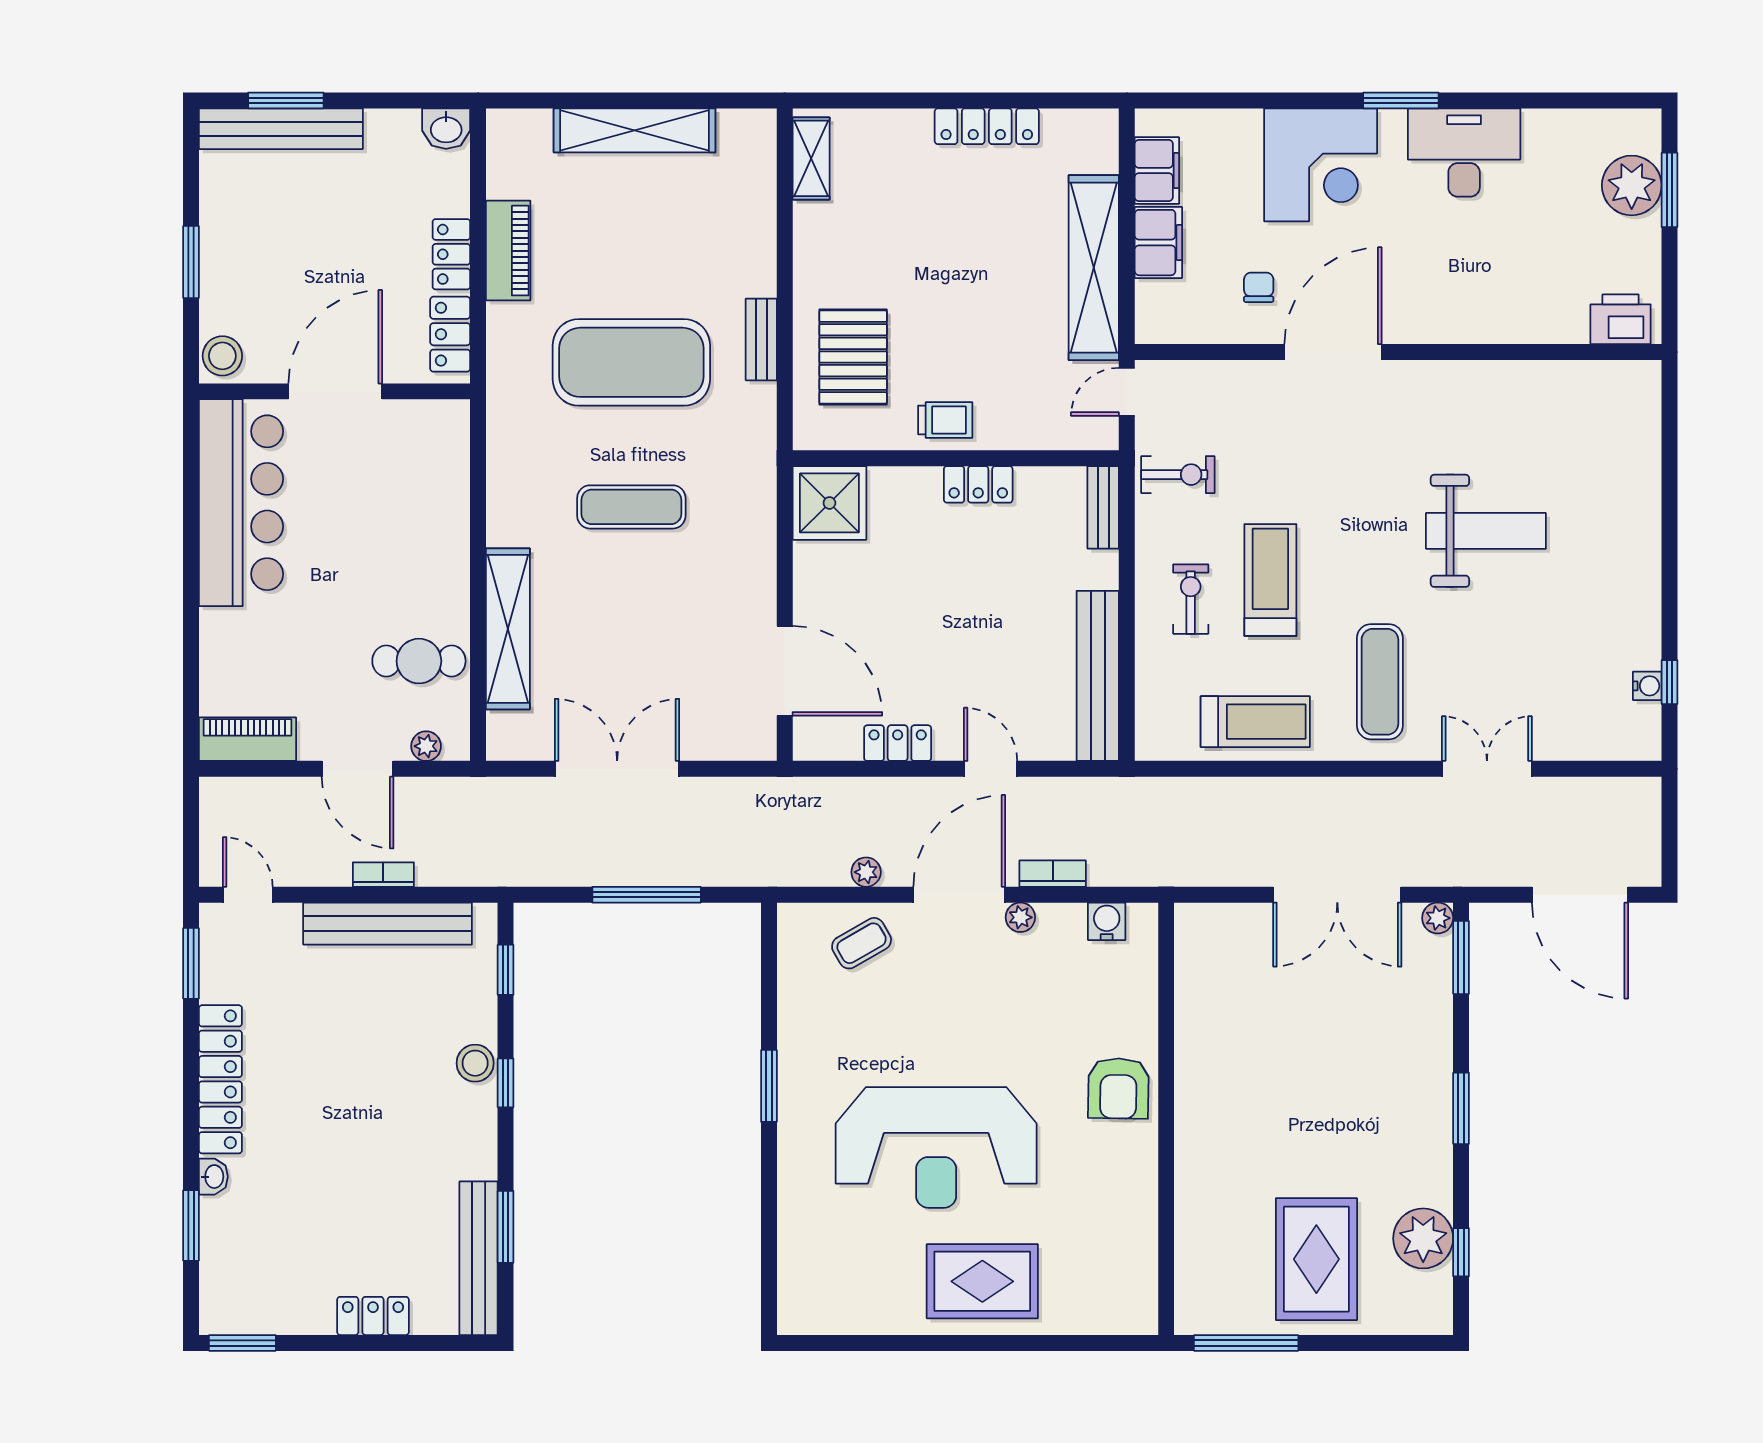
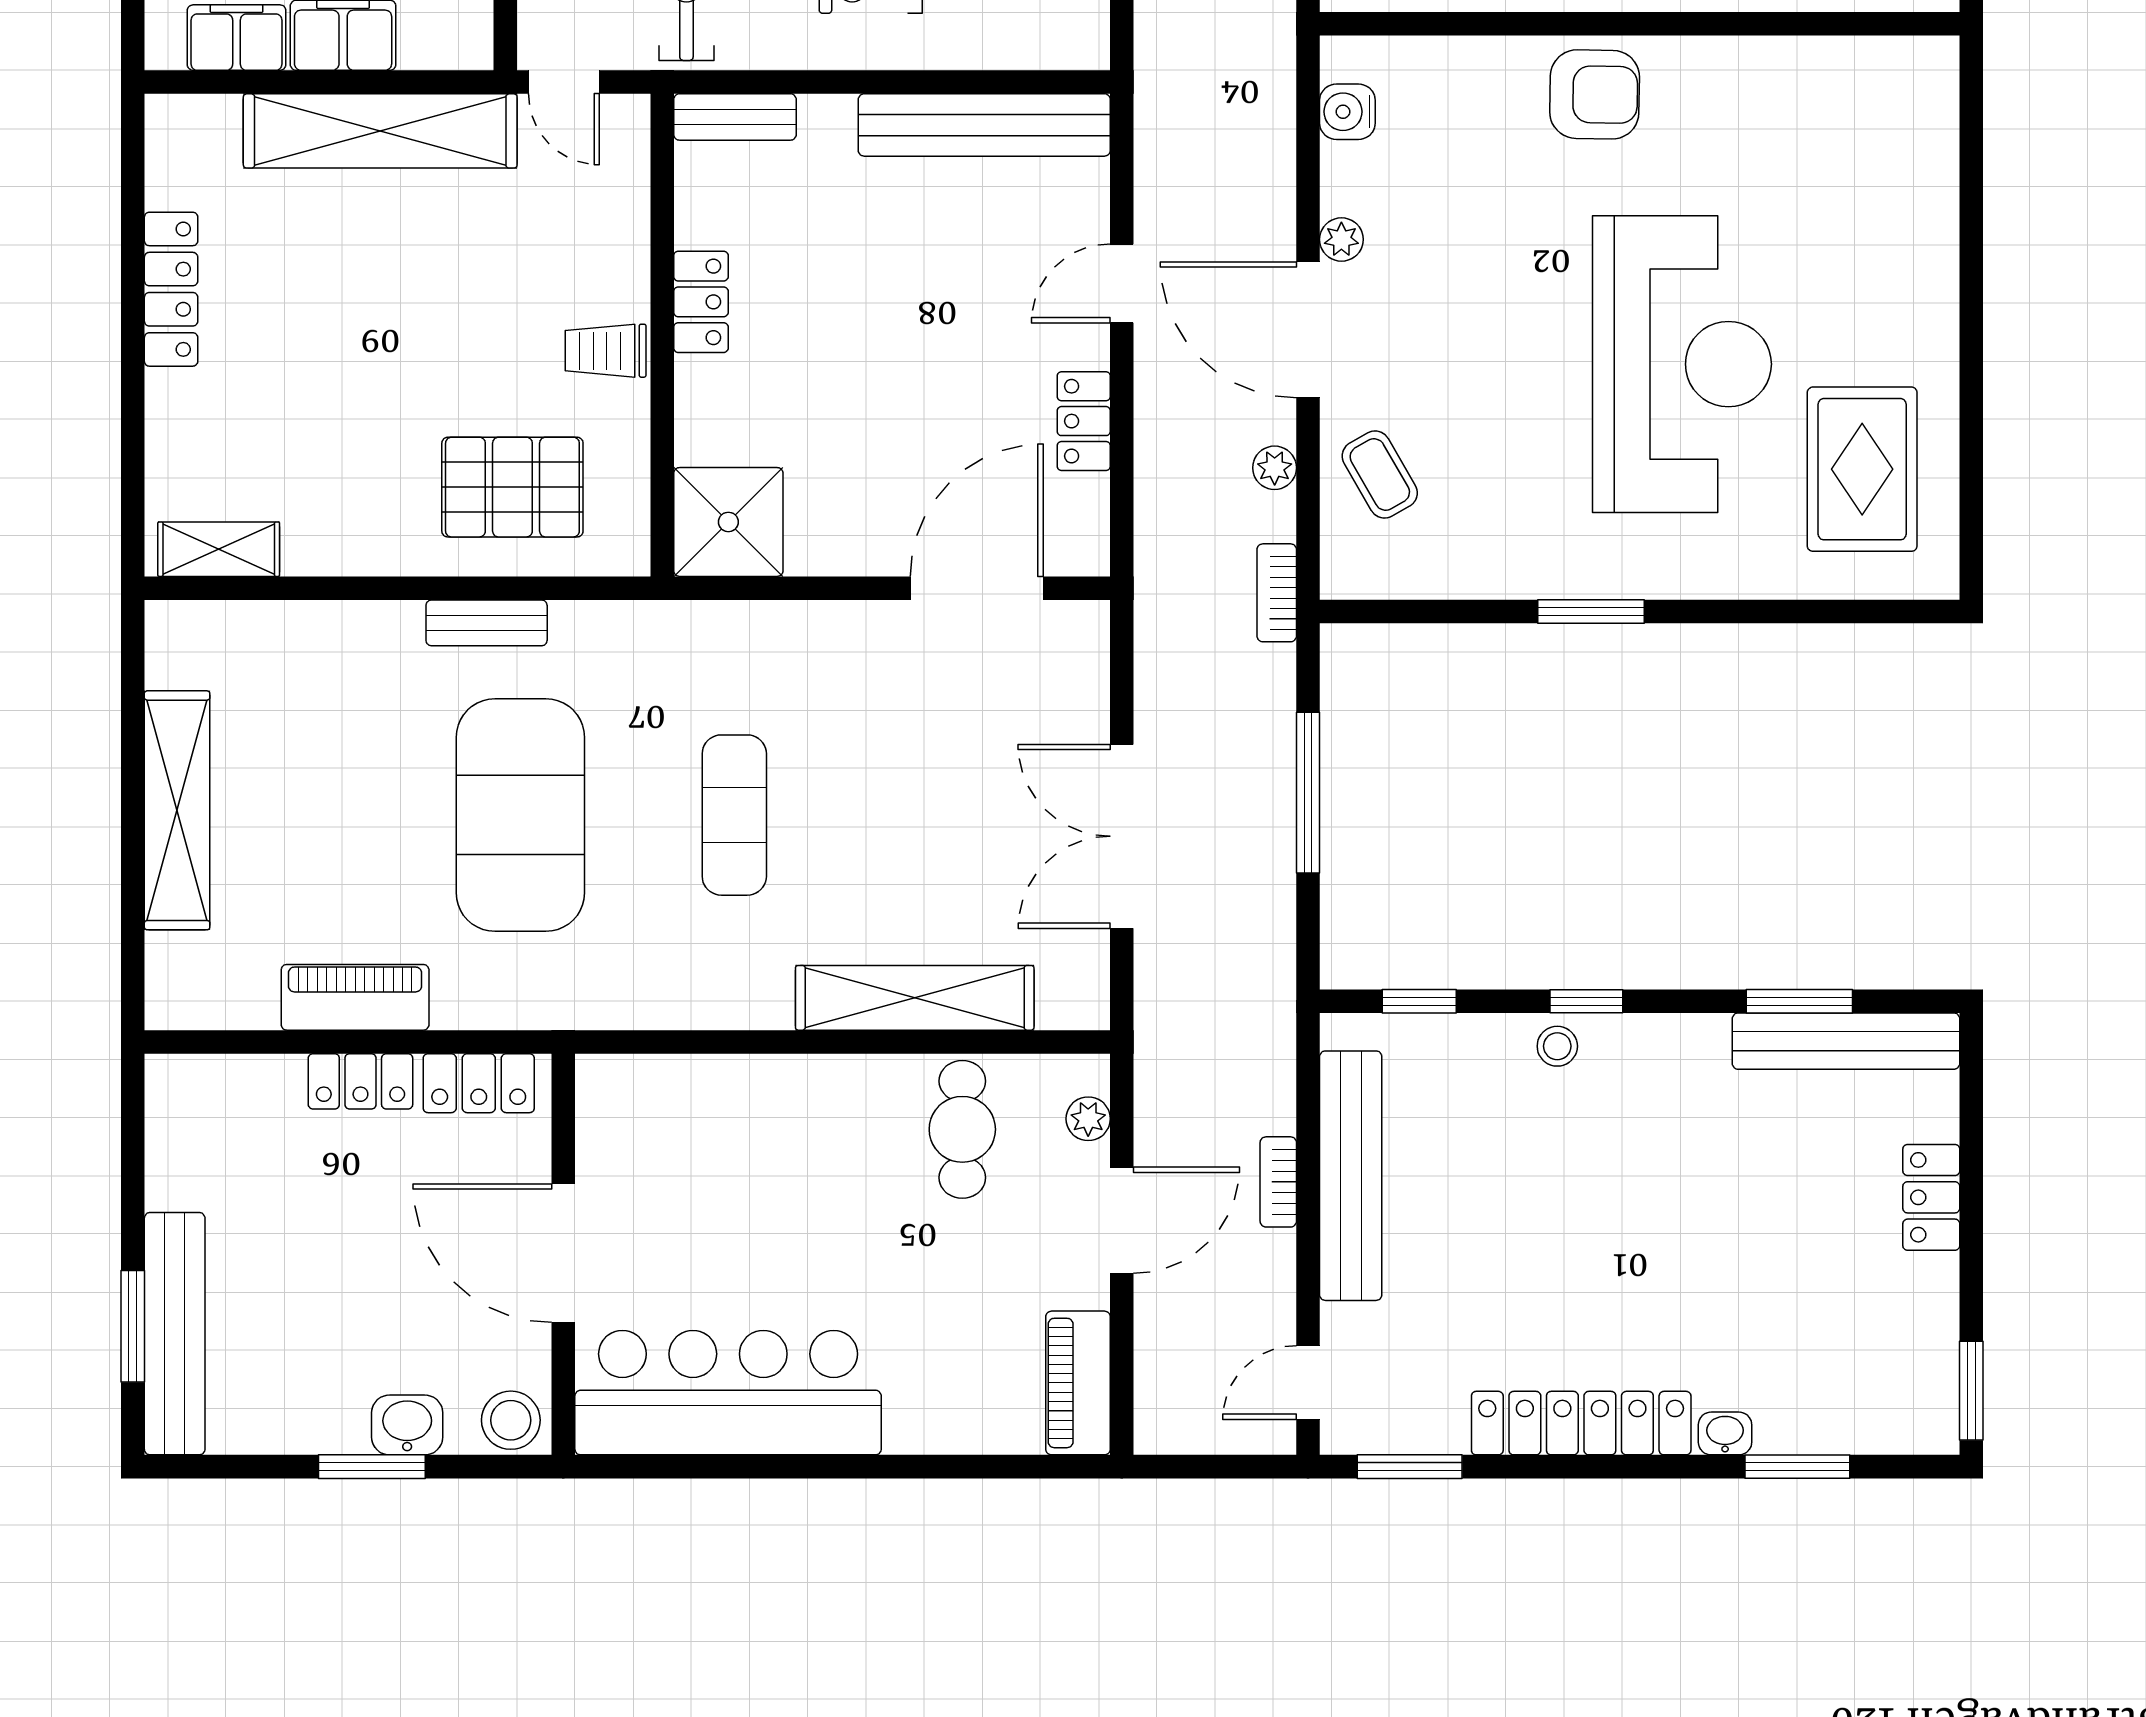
washbasin: (446, 129) -> (407, 1425), moved, turned -90
trolley: (945, 420) -> (606, 351), turned -90
bookcase: (1053, 874) -> (1277, 593), moved
stool: (475, 1063) -> (1557, 1046), width x0.73, depth x0.73
rug: (982, 1281) -> (1862, 469), moved

